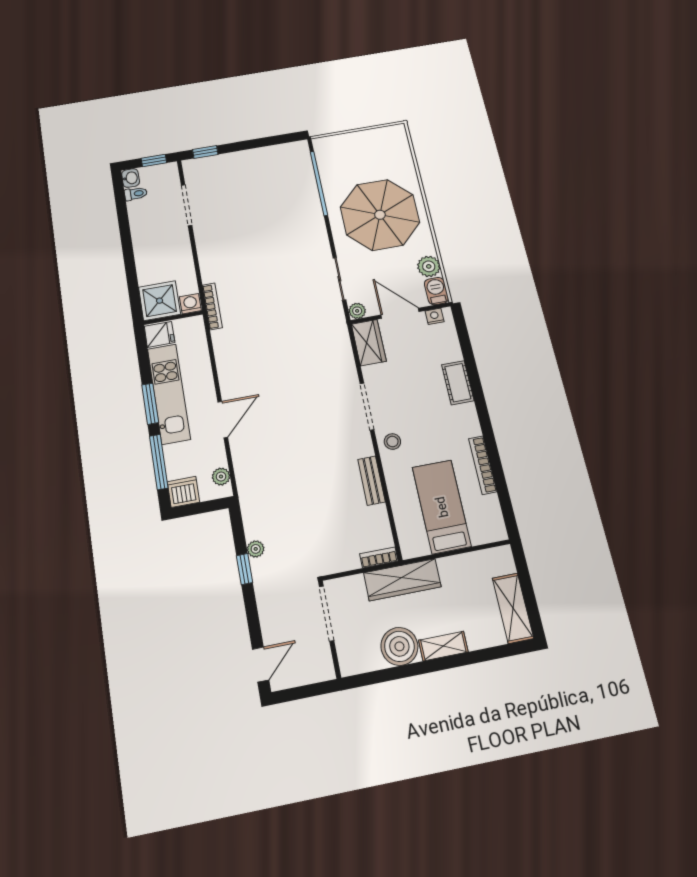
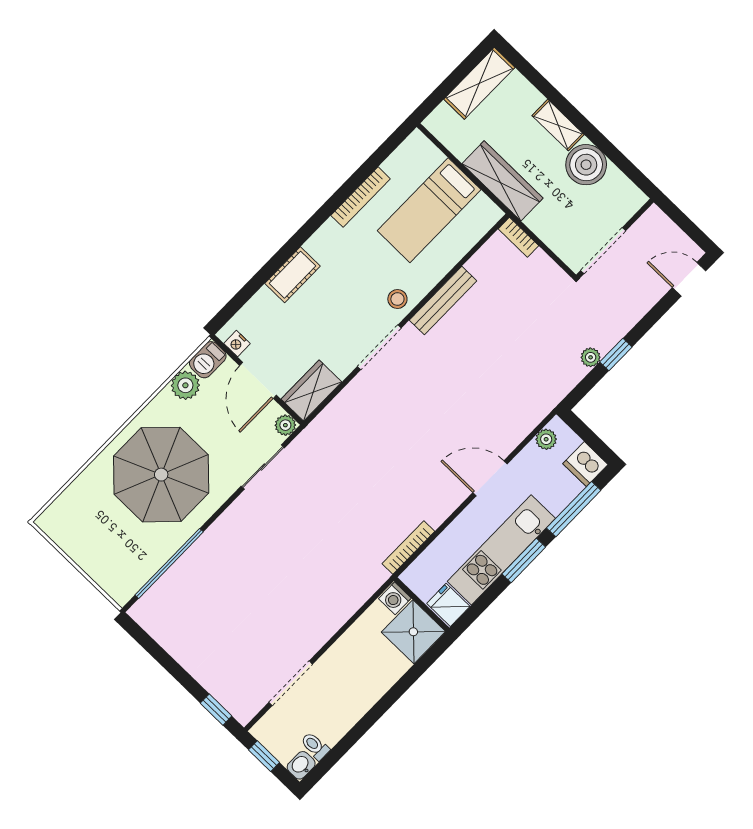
bookcase: (212, 306) -> (408, 547), moved
bench: (371, 481) -> (443, 300), width x1.36
wardrobe: (402, 580) -> (502, 181), moved

